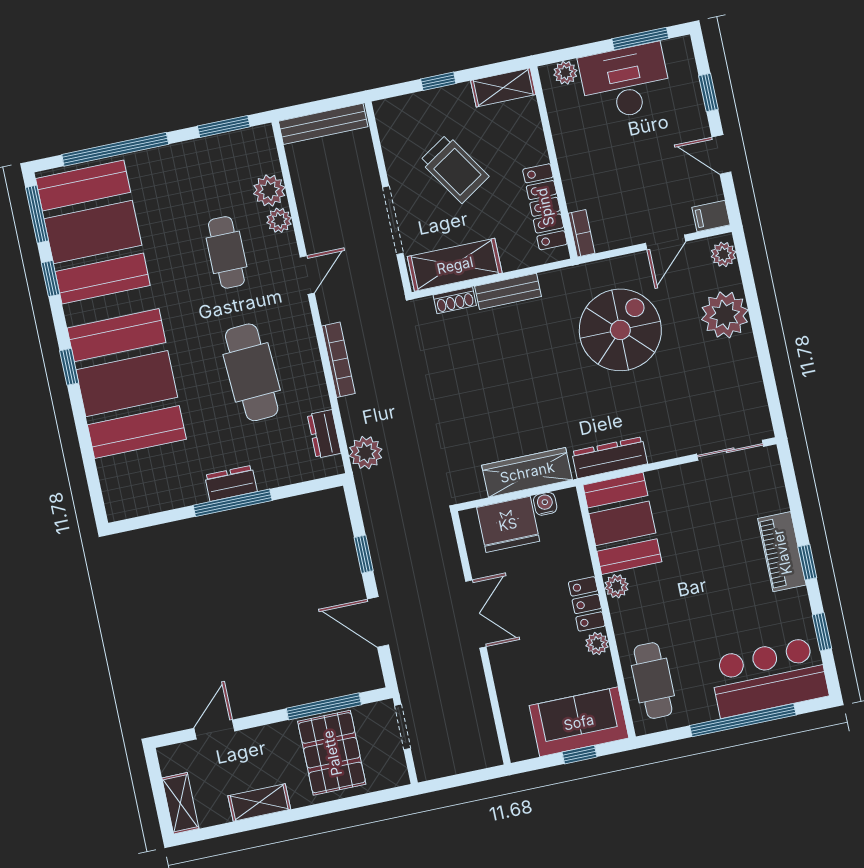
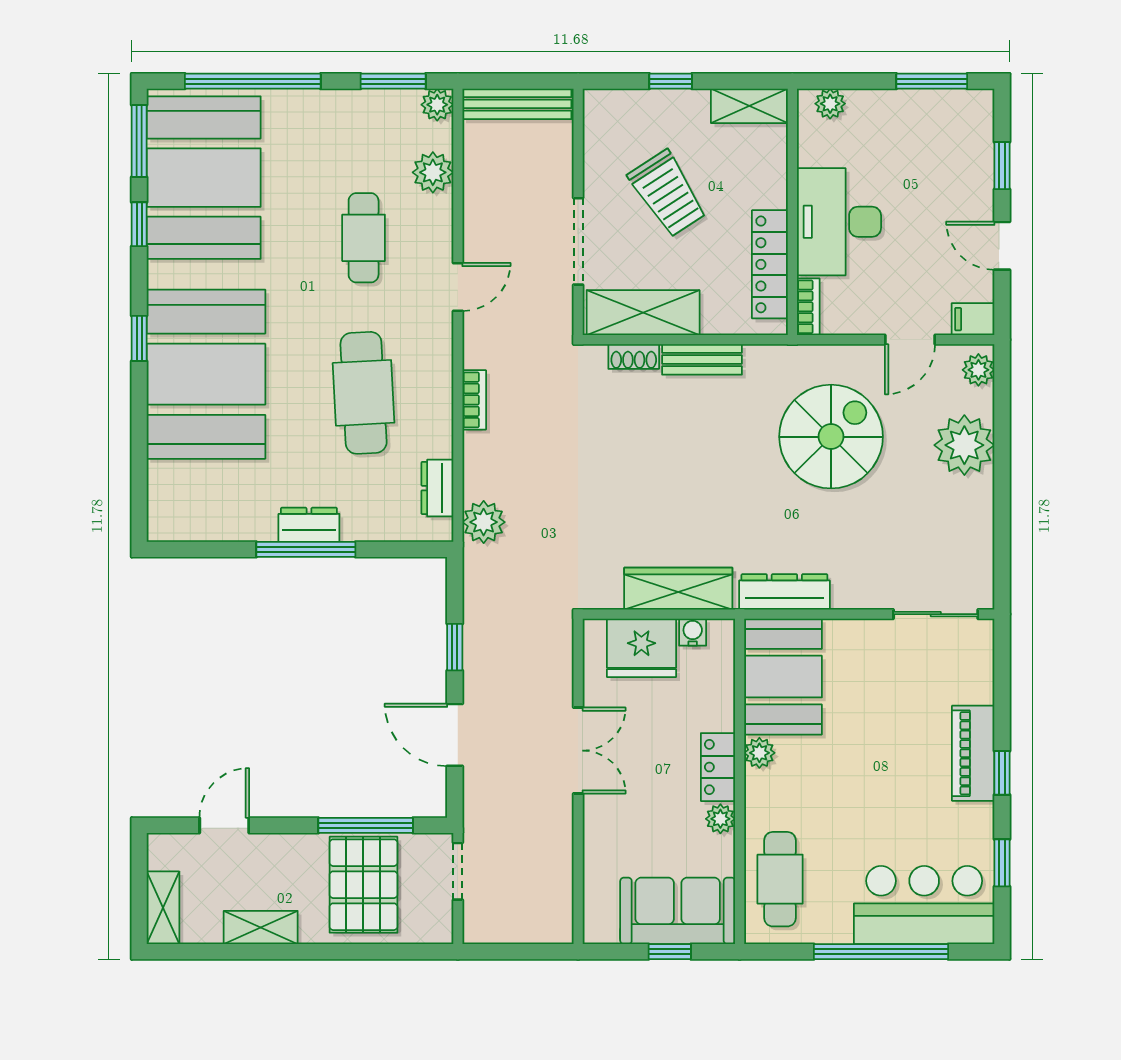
desk: (625, 82) -> (839, 222), moved, turned -90
plant: (279, 220) -> (437, 105), moved
bookcase: (338, 360) -> (474, 400), width x0.64

